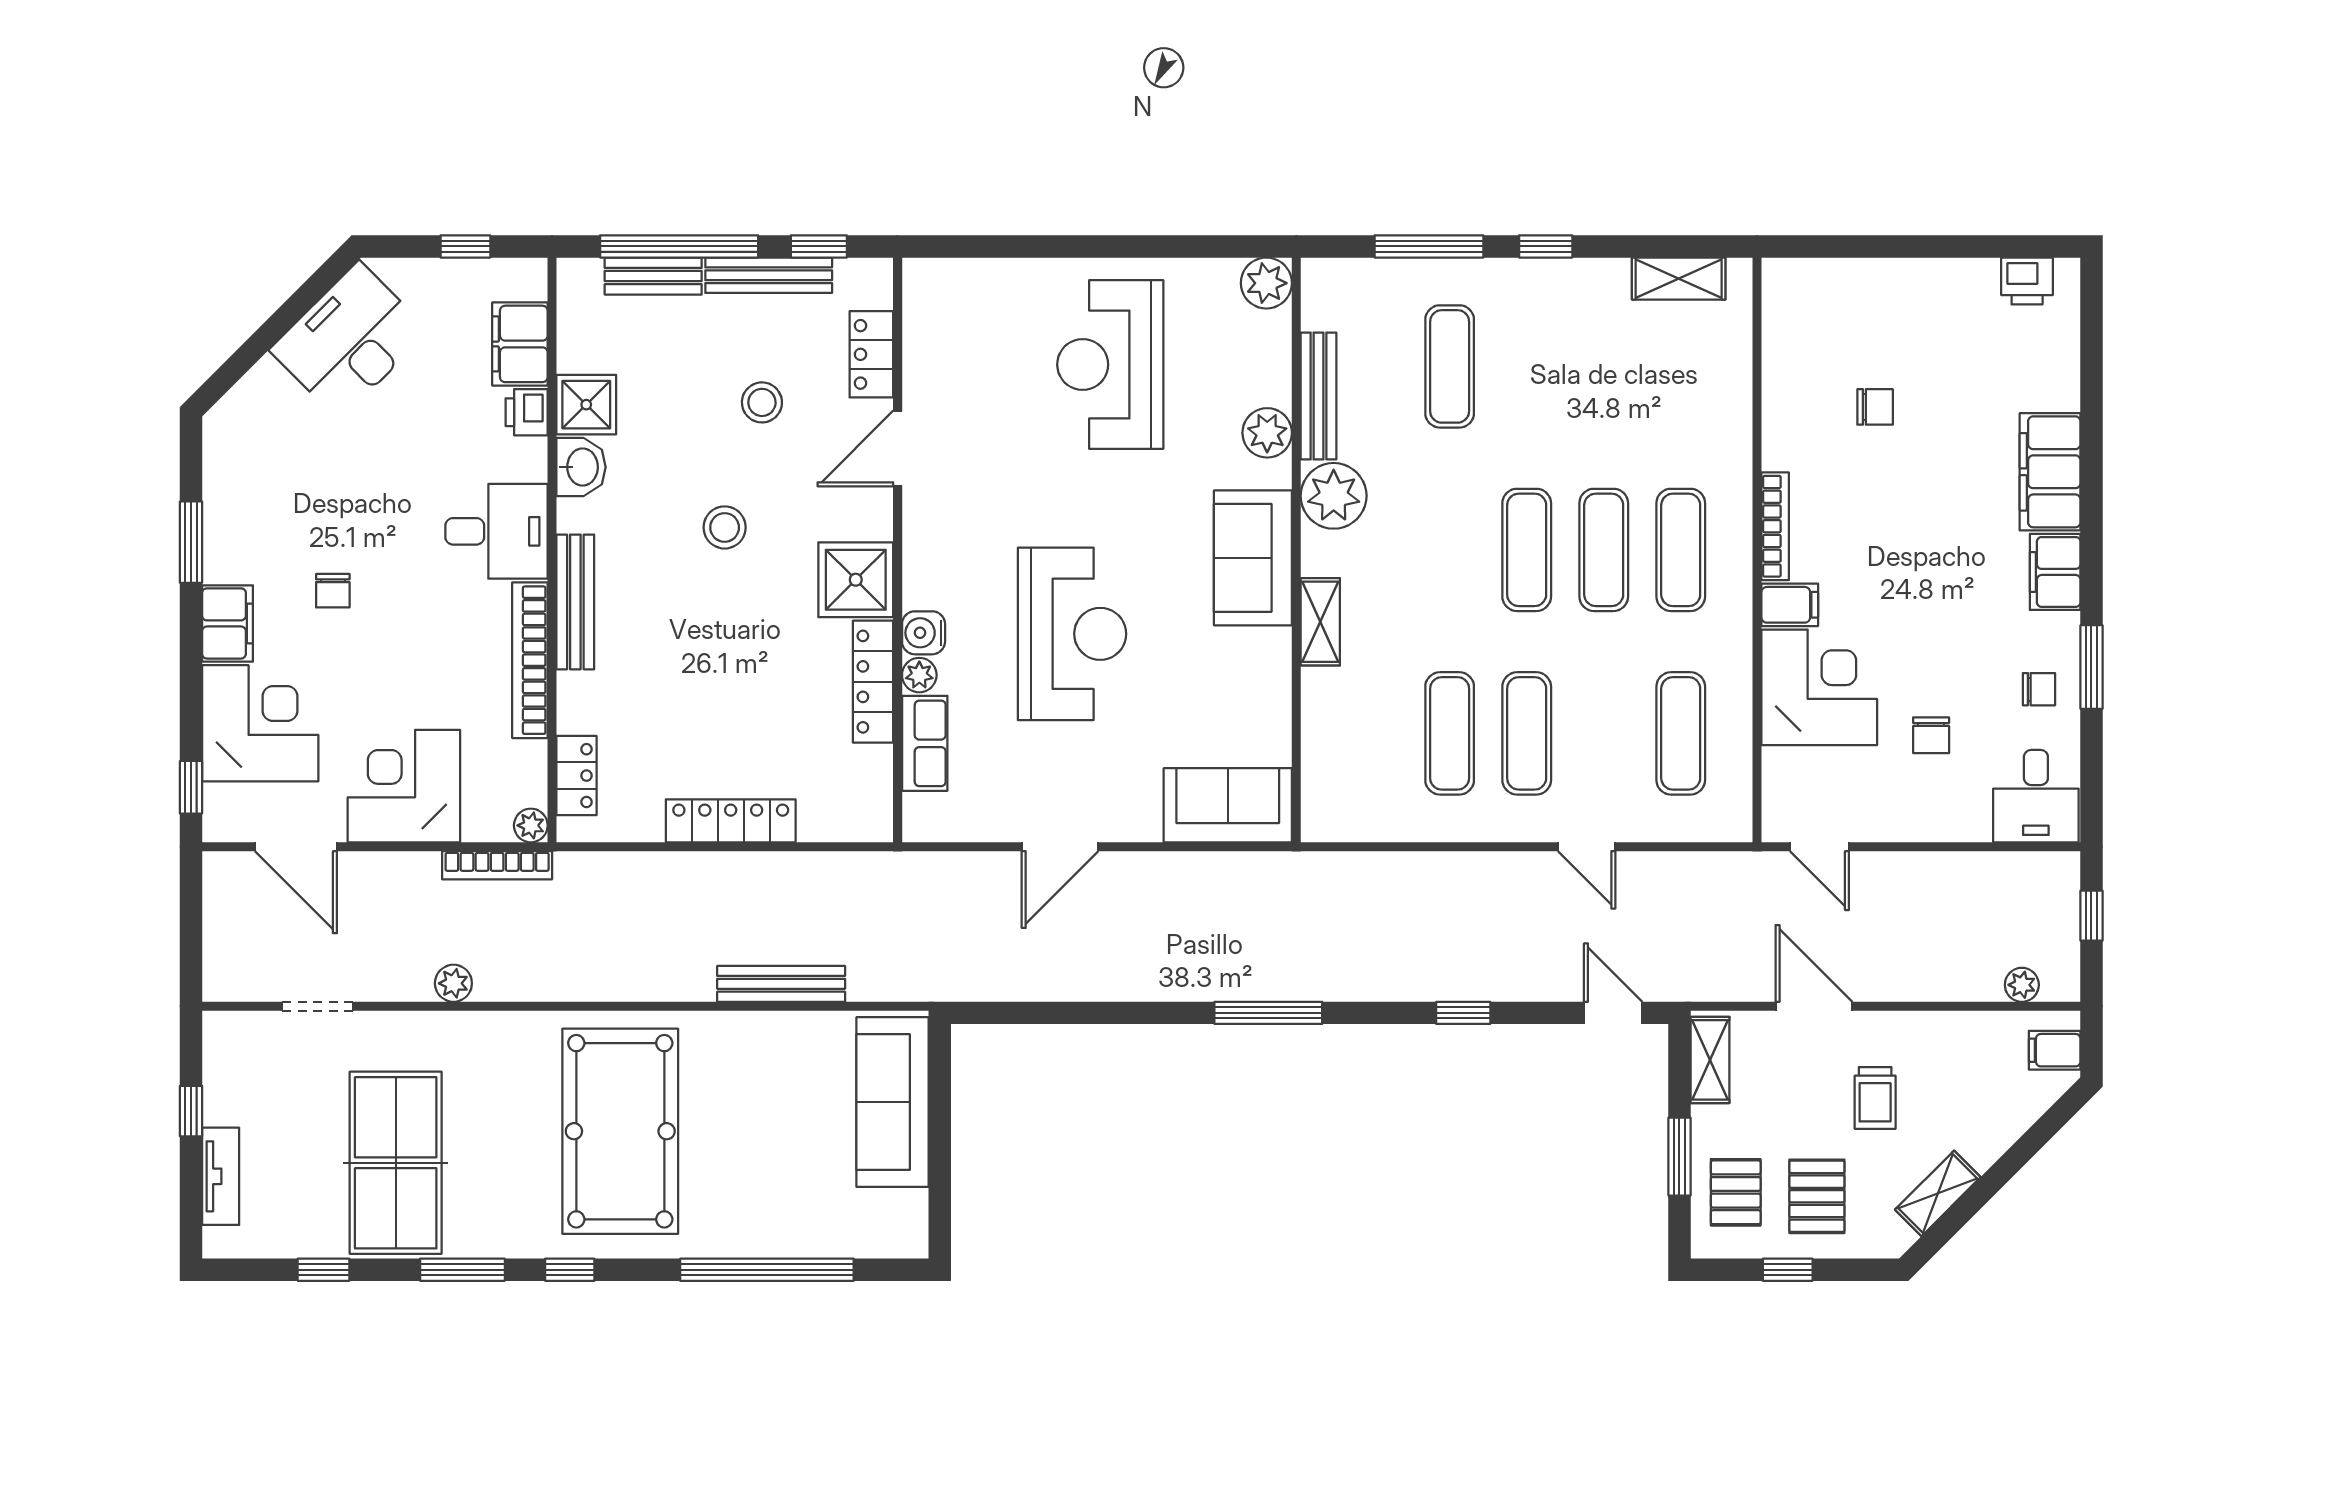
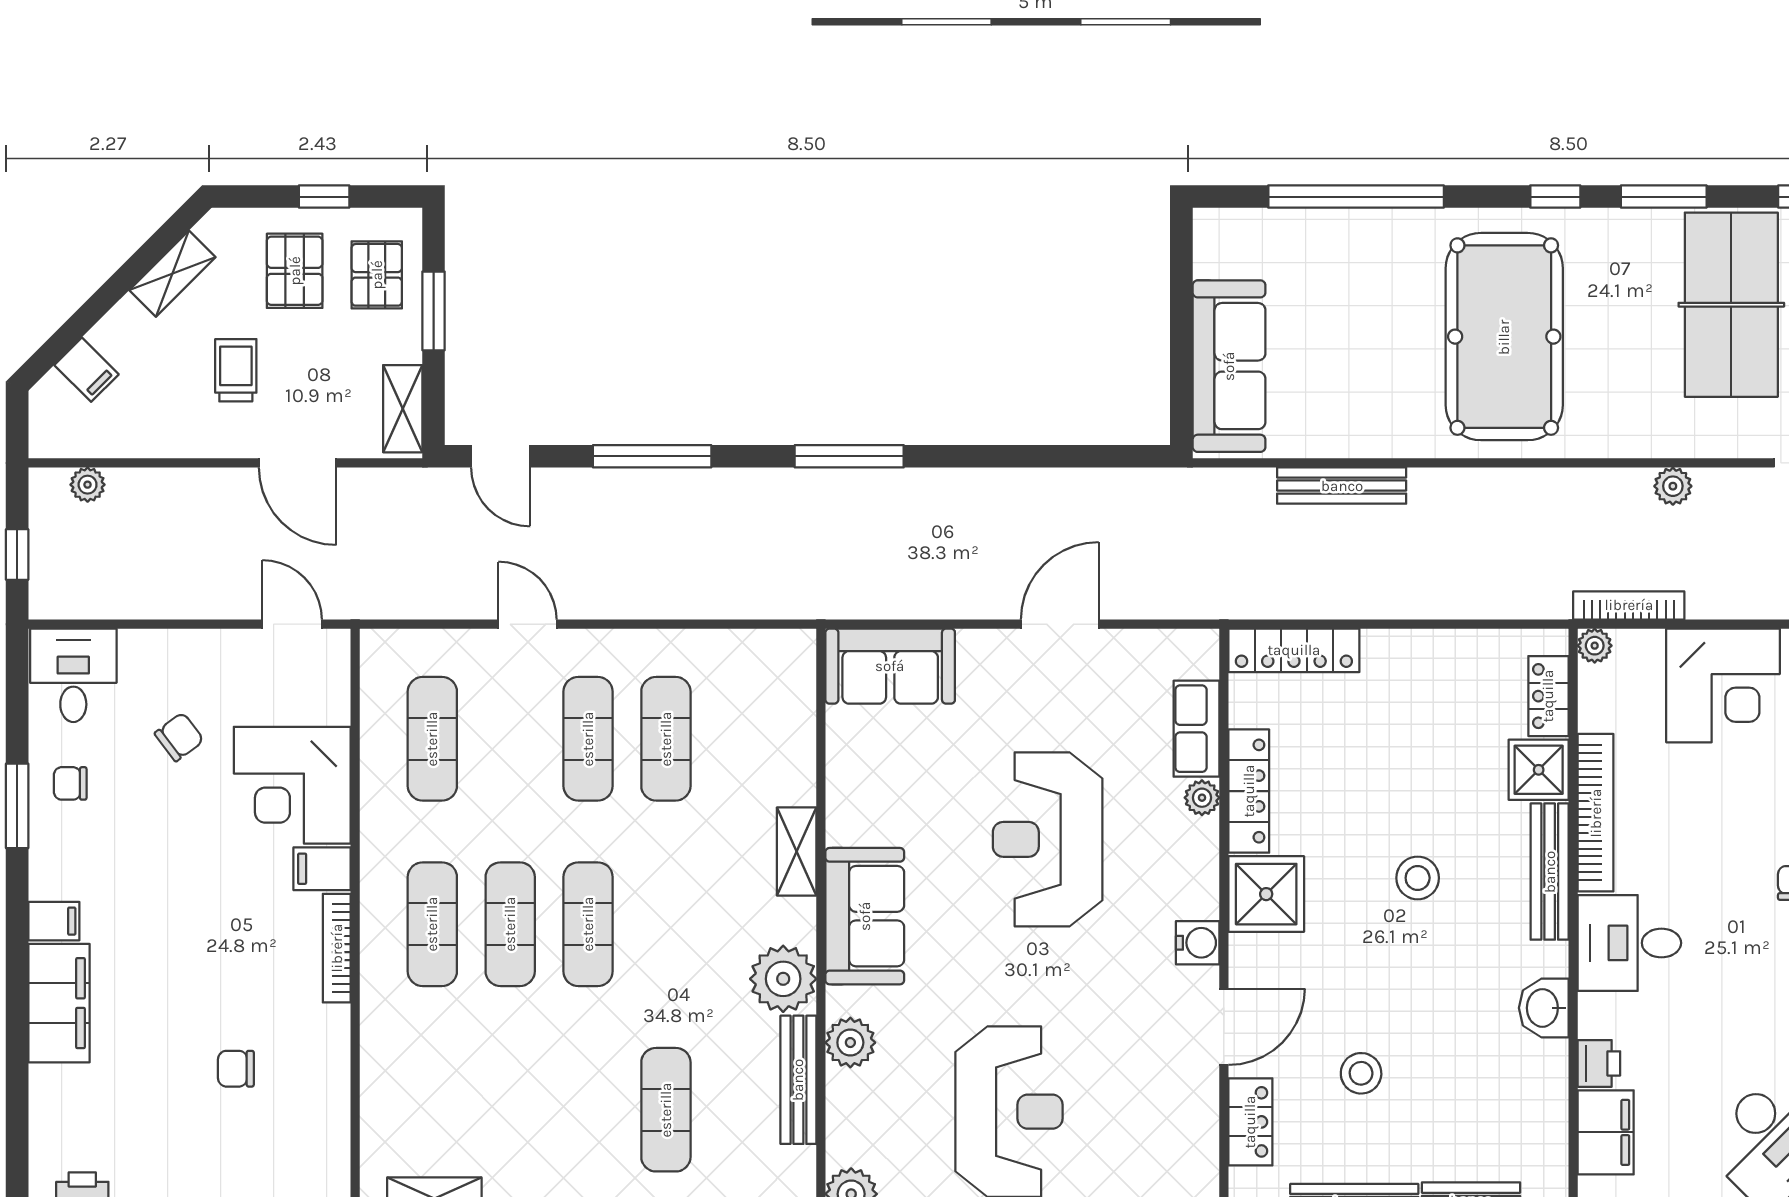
shower: (586, 405) -> (1539, 770), moved
stool: (725, 527) -> (1418, 878), moved
filing cabinet: (2055, 572) -> (54, 921), width x0.50
water cooler: (924, 633) -> (1198, 943), moved
chair: (1931, 735) -> (179, 737), turned 53
locker: (731, 821) -> (1294, 650), moved
window: (1463, 1013) -> (652, 456), width x2.17
filing cabinet: (2055, 1050) -> (86, 370), moved, turned 45

